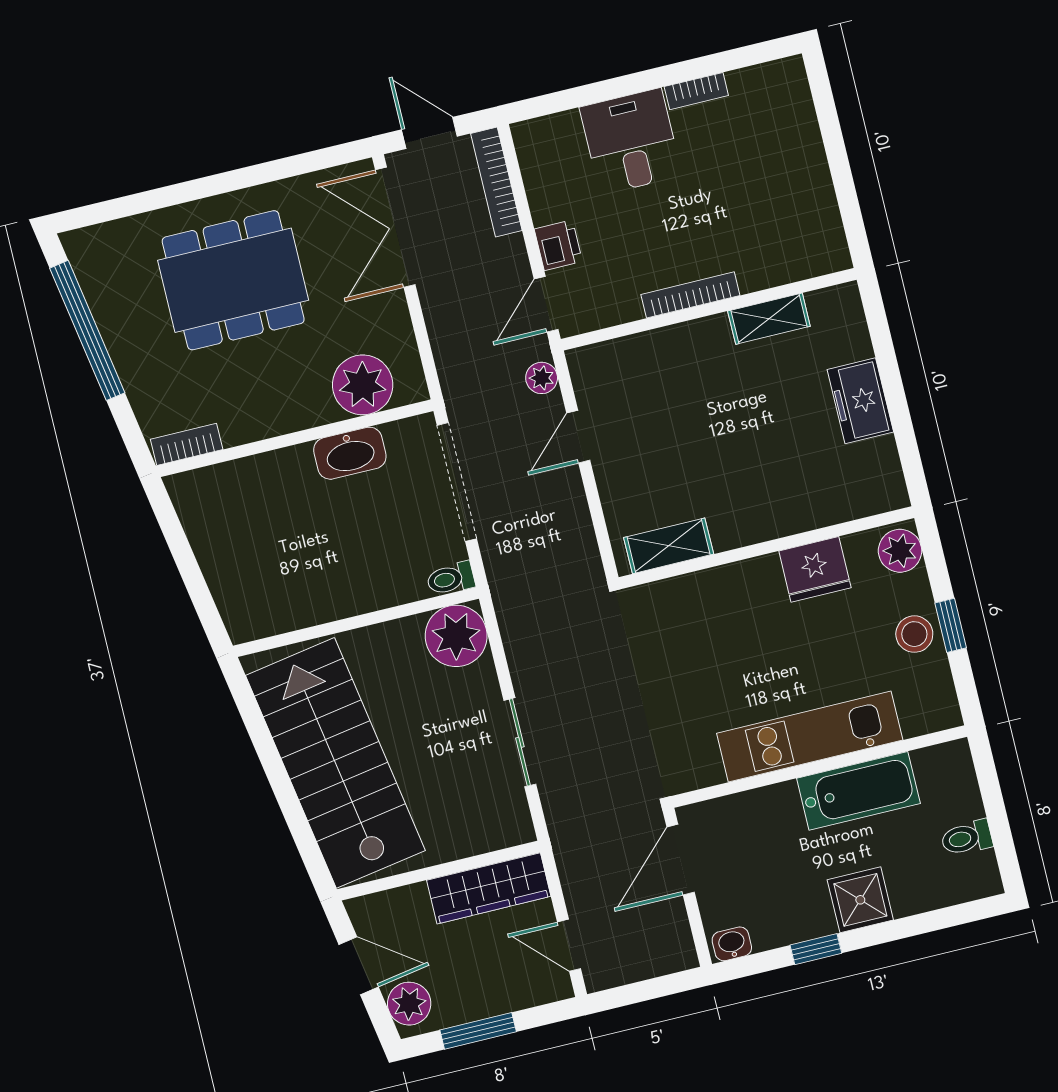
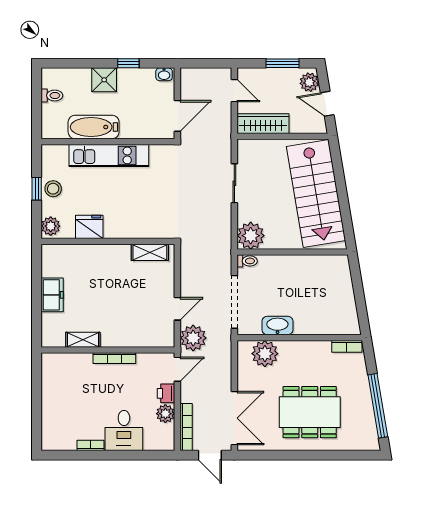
plant: (549, 200) -> (165, 414), added
plant: (542, 378) -> (193, 338), width x1.88, depth x1.88

